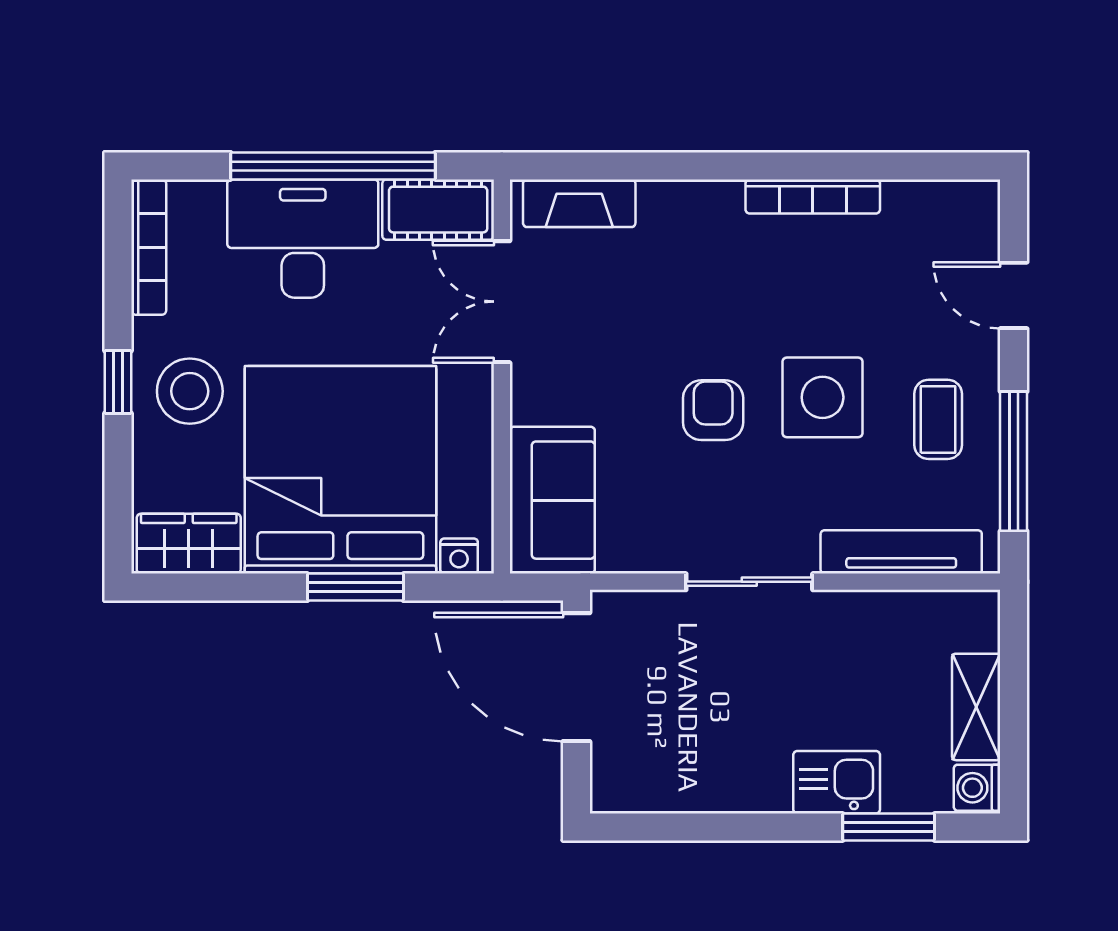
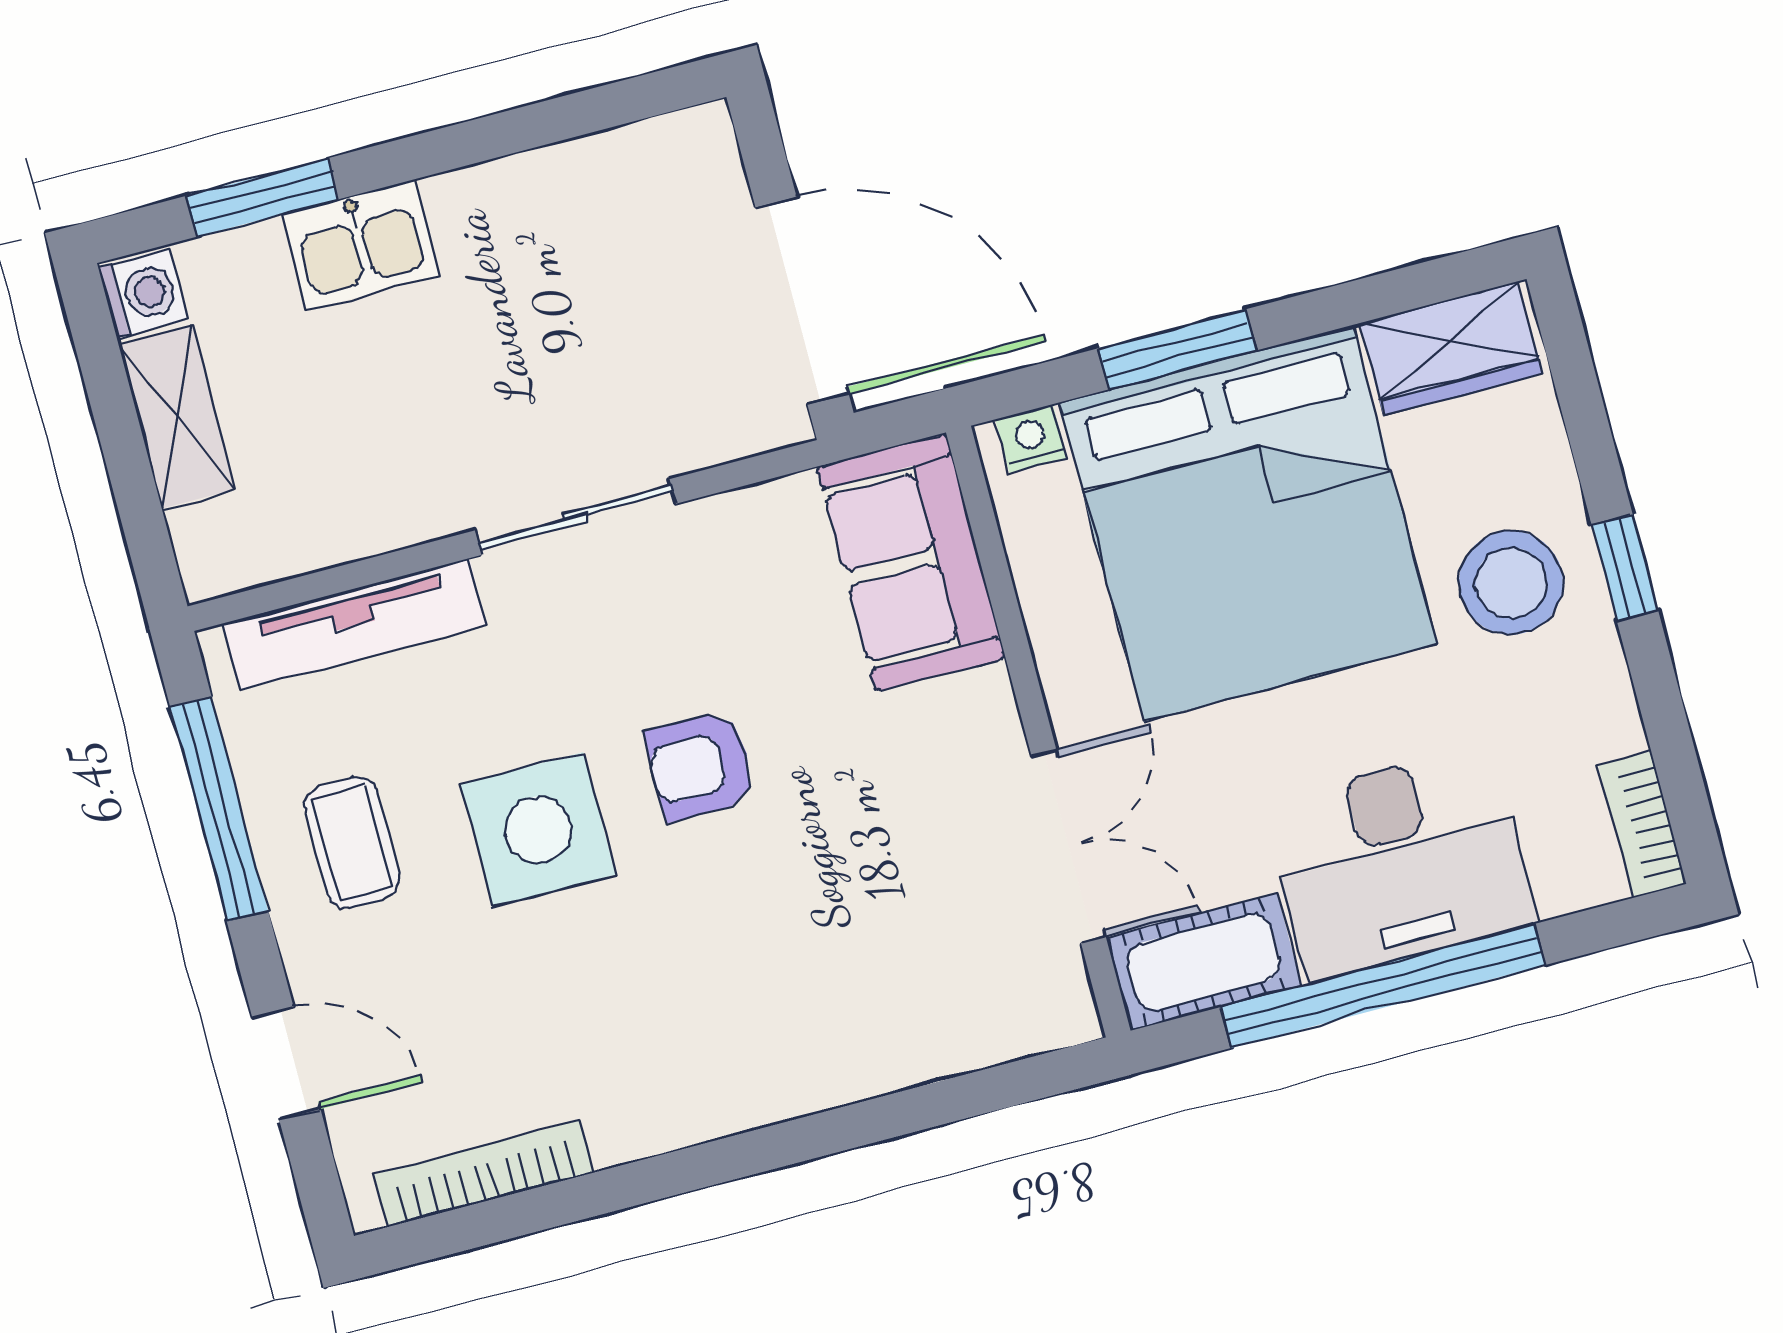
bookcase: (813, 196) -> (484, 1173), moved
fireplace: (579, 203) -> (990, 1029), removed
bookcase: (149, 247) -> (1642, 824), width x0.64
armchair: (713, 410) -> (701, 765), turned 90

